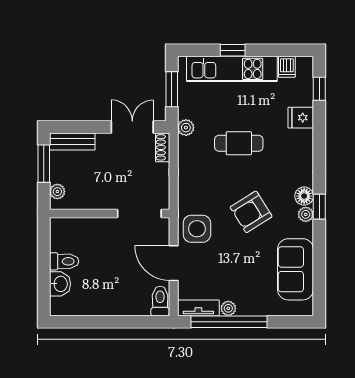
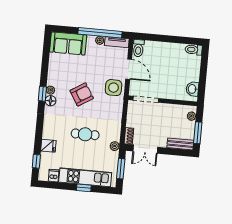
toilet: (64, 261) -> (194, 50), moved
sofa: (295, 269) -> (68, 43), moved, turned 90
washbasin: (60, 284) -> (192, 89), moved

